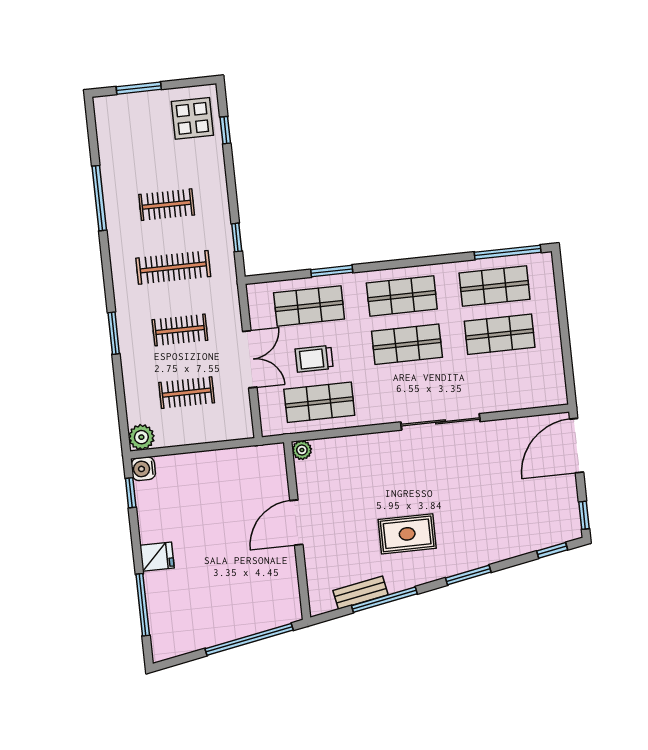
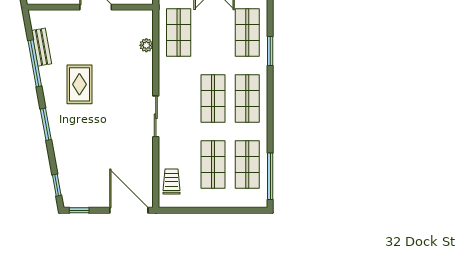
trolley: (314, 359) -> (172, 181), moved
sliding door: (440, 422) -> (156, 116), width x0.73
plant: (302, 450) -> (146, 45), moved

